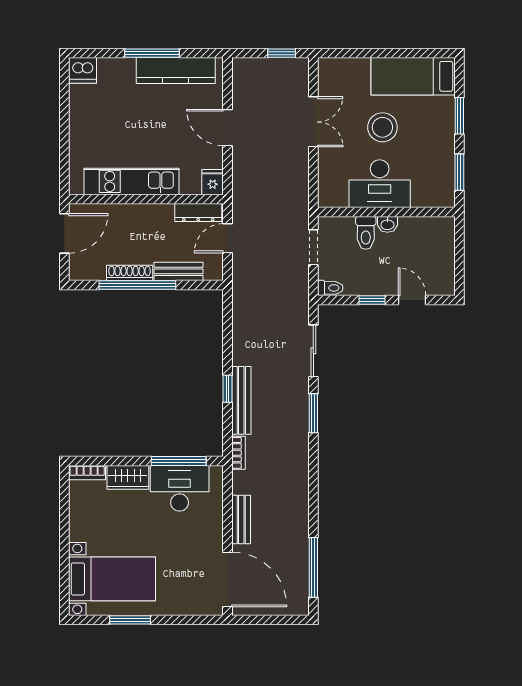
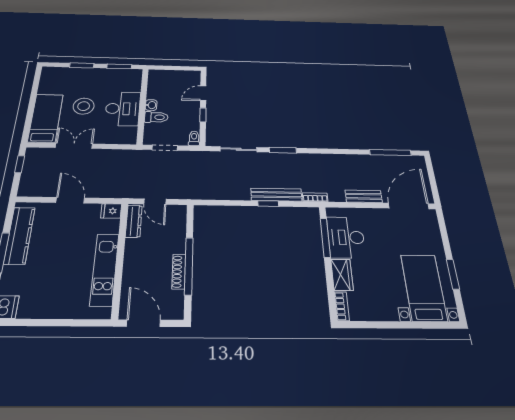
bed: (413, 76) -> (46, 118), moved, turned 180
door: (228, 128) -> (70, 200), swing flipped
bench: (179, 271) -> (179, 236), removed

